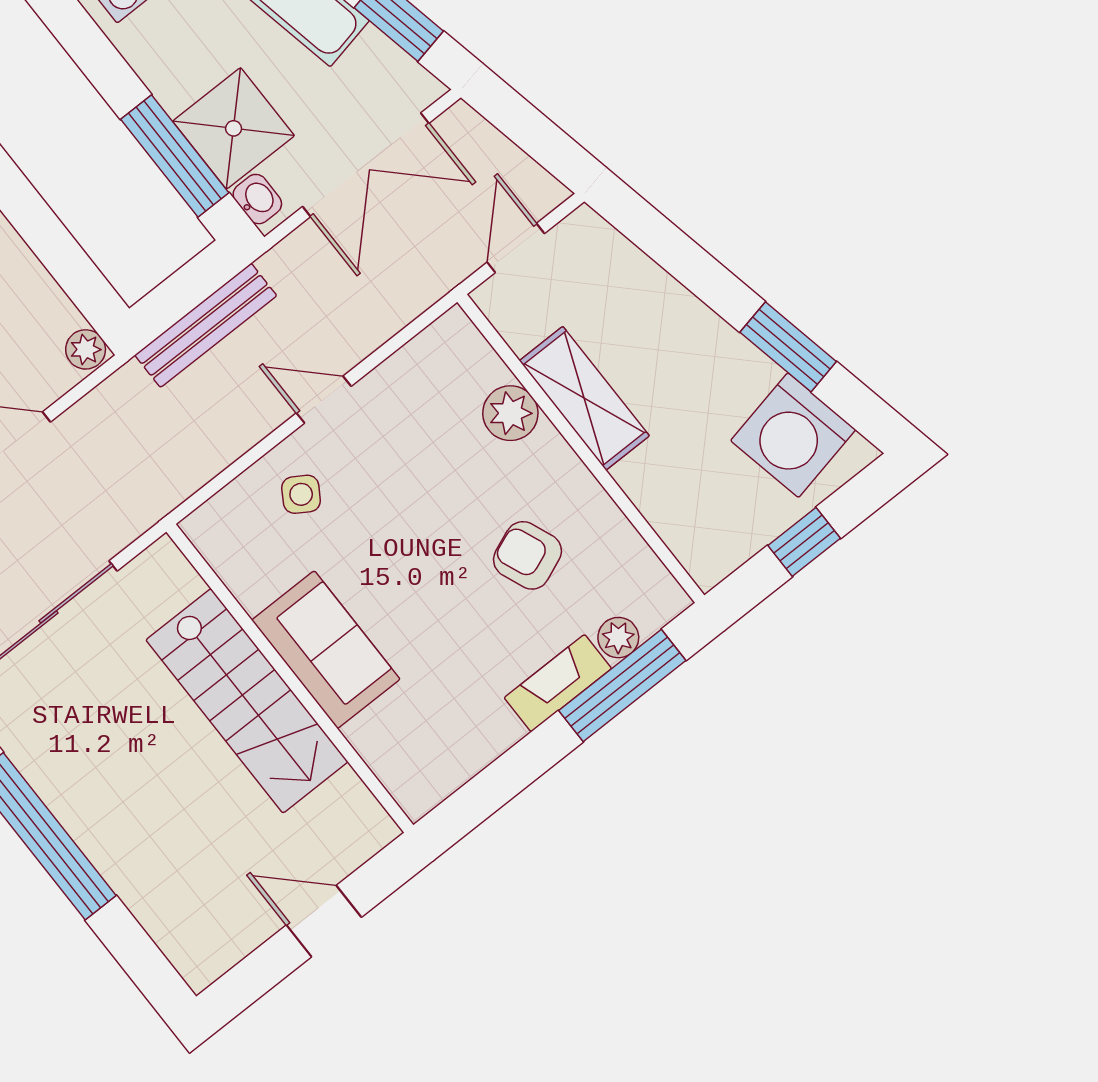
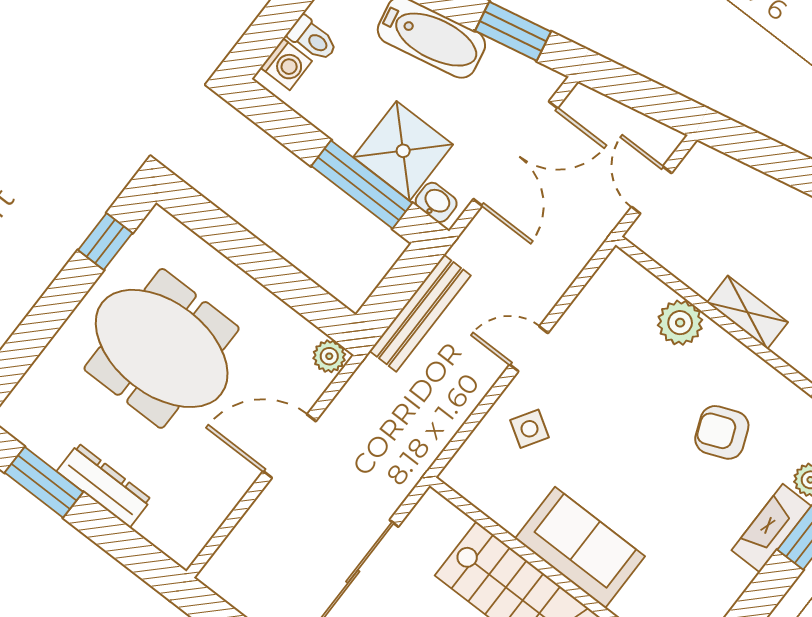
shelving: (584, 398) -> (748, 312), width x0.67, depth x0.75

